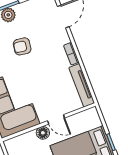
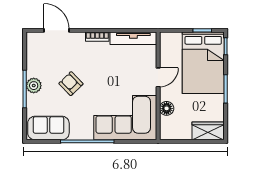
armchair: (22, 46) -> (71, 84), turned 128
floor lamp: (43, 133) -> (167, 108), moved

